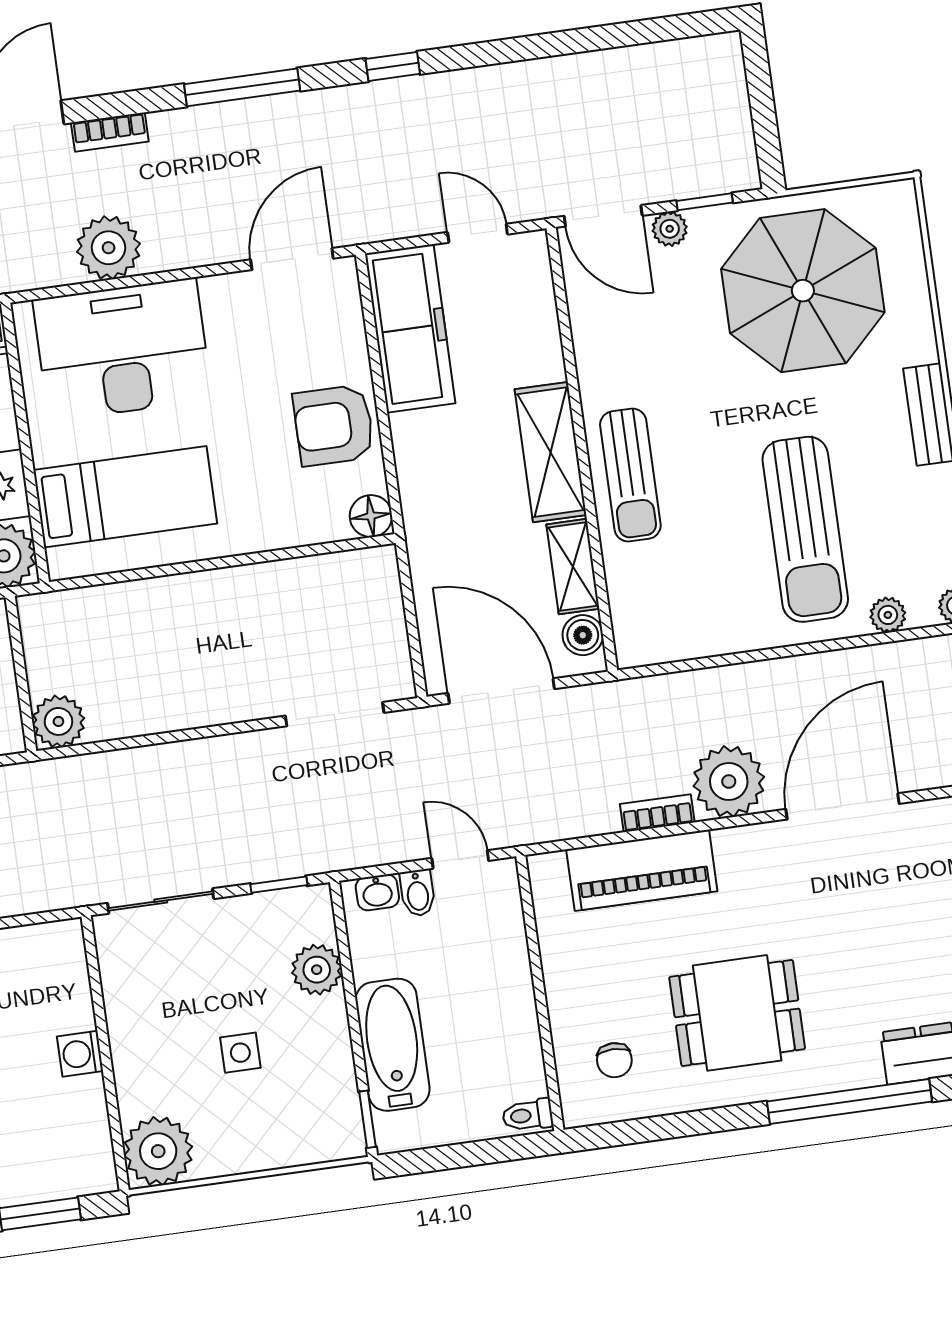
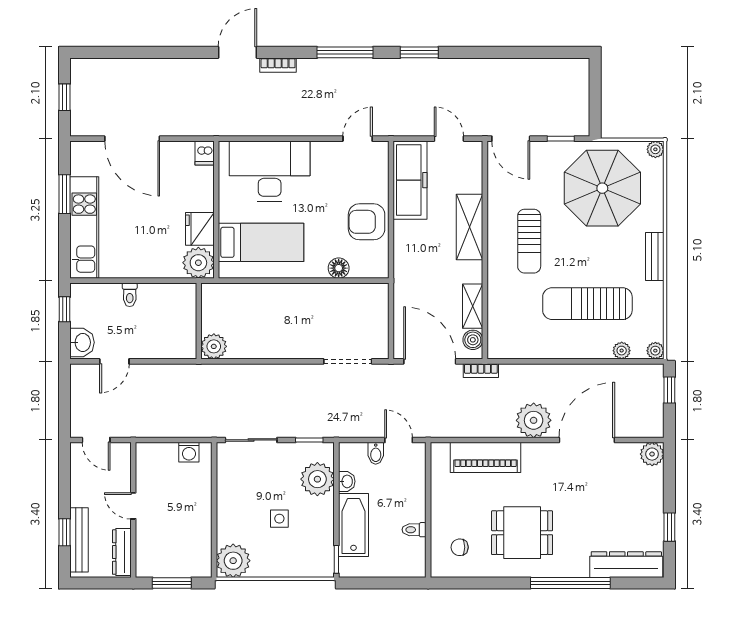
window: (393, 66) -> (419, 52), width x1.50
plant: (670, 229) -> (655, 149), moved
plant: (109, 248) -> (270, 121), removed
door: (292, 259) -> (358, 139), width x0.73
shelving: (551, 452) -> (470, 227), moved
sun lounger: (630, 475) -> (529, 241), moved
floor lamp: (371, 516) -> (339, 268), moved
sun lounger: (805, 529) -> (587, 304), turned 90
bookcase: (657, 813) -> (481, 371), moved, turned 180
washbasin: (377, 892) -> (347, 481), moved, turned -90
plant: (317, 970) -> (317, 479), width x1.36, depth x1.36
washing machine: (80, 1054) -> (189, 452), moved, turned -90
chair: (614, 1060) -> (460, 547), turned 90
toilet: (528, 1115) -> (414, 530), moved

